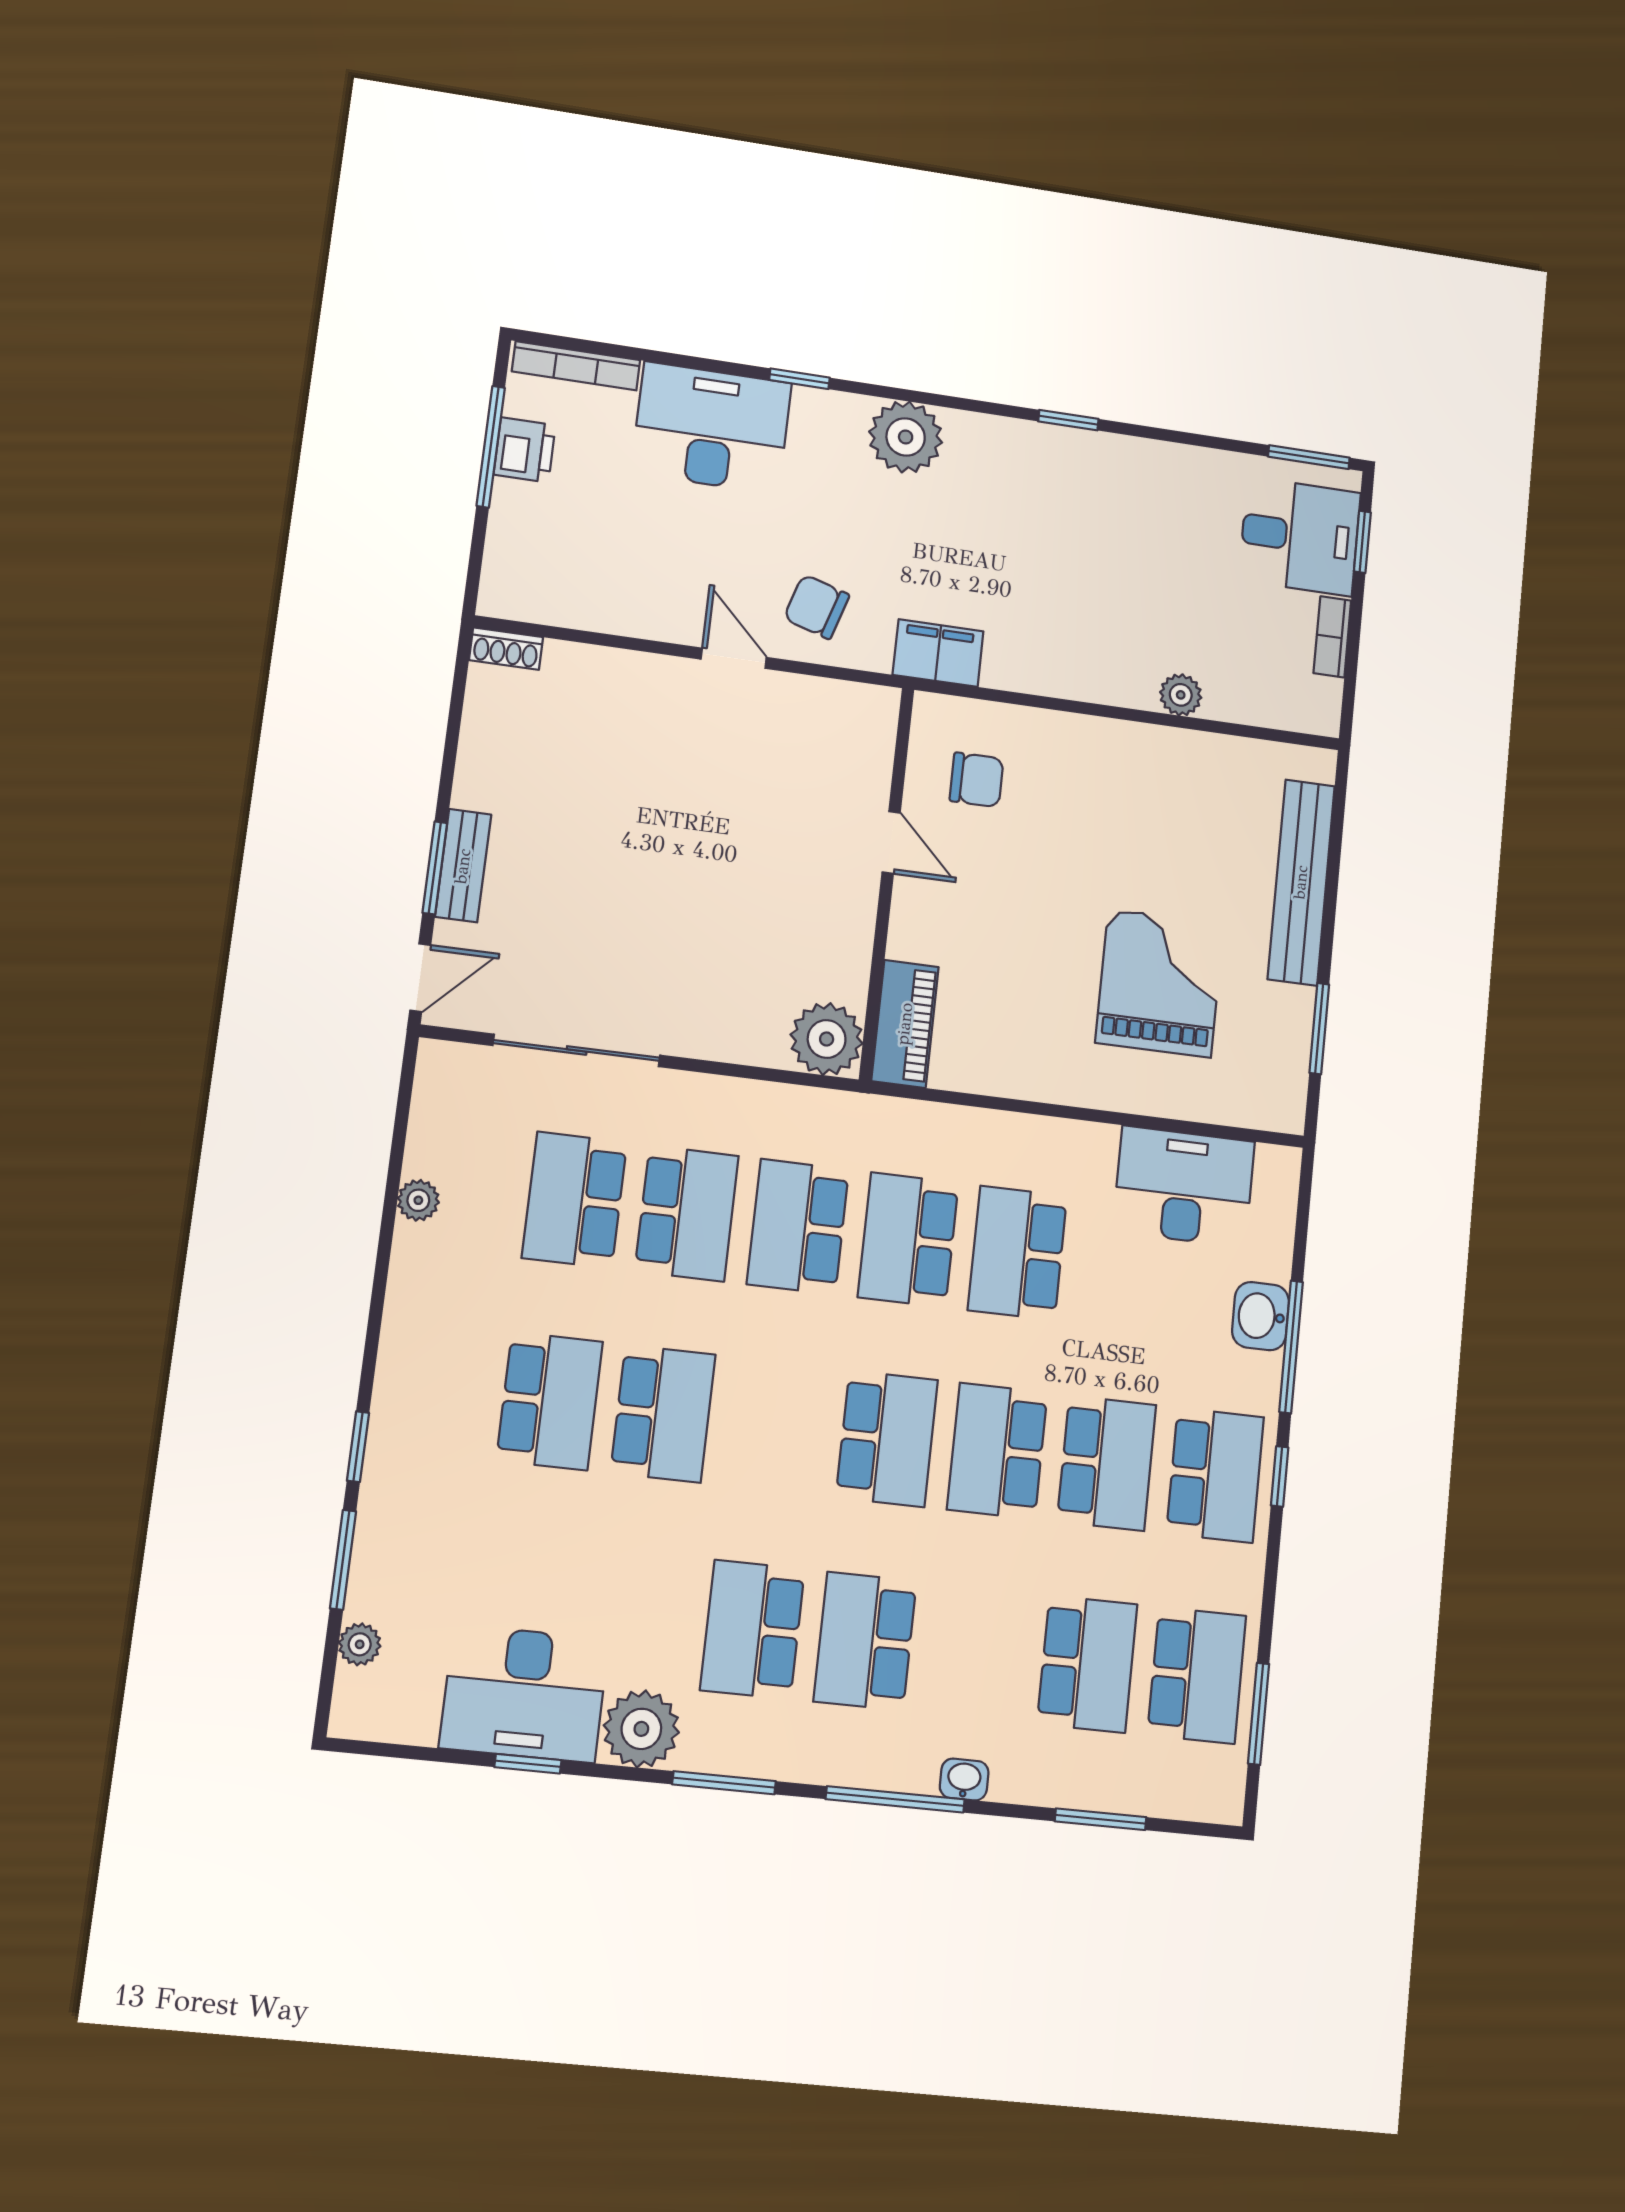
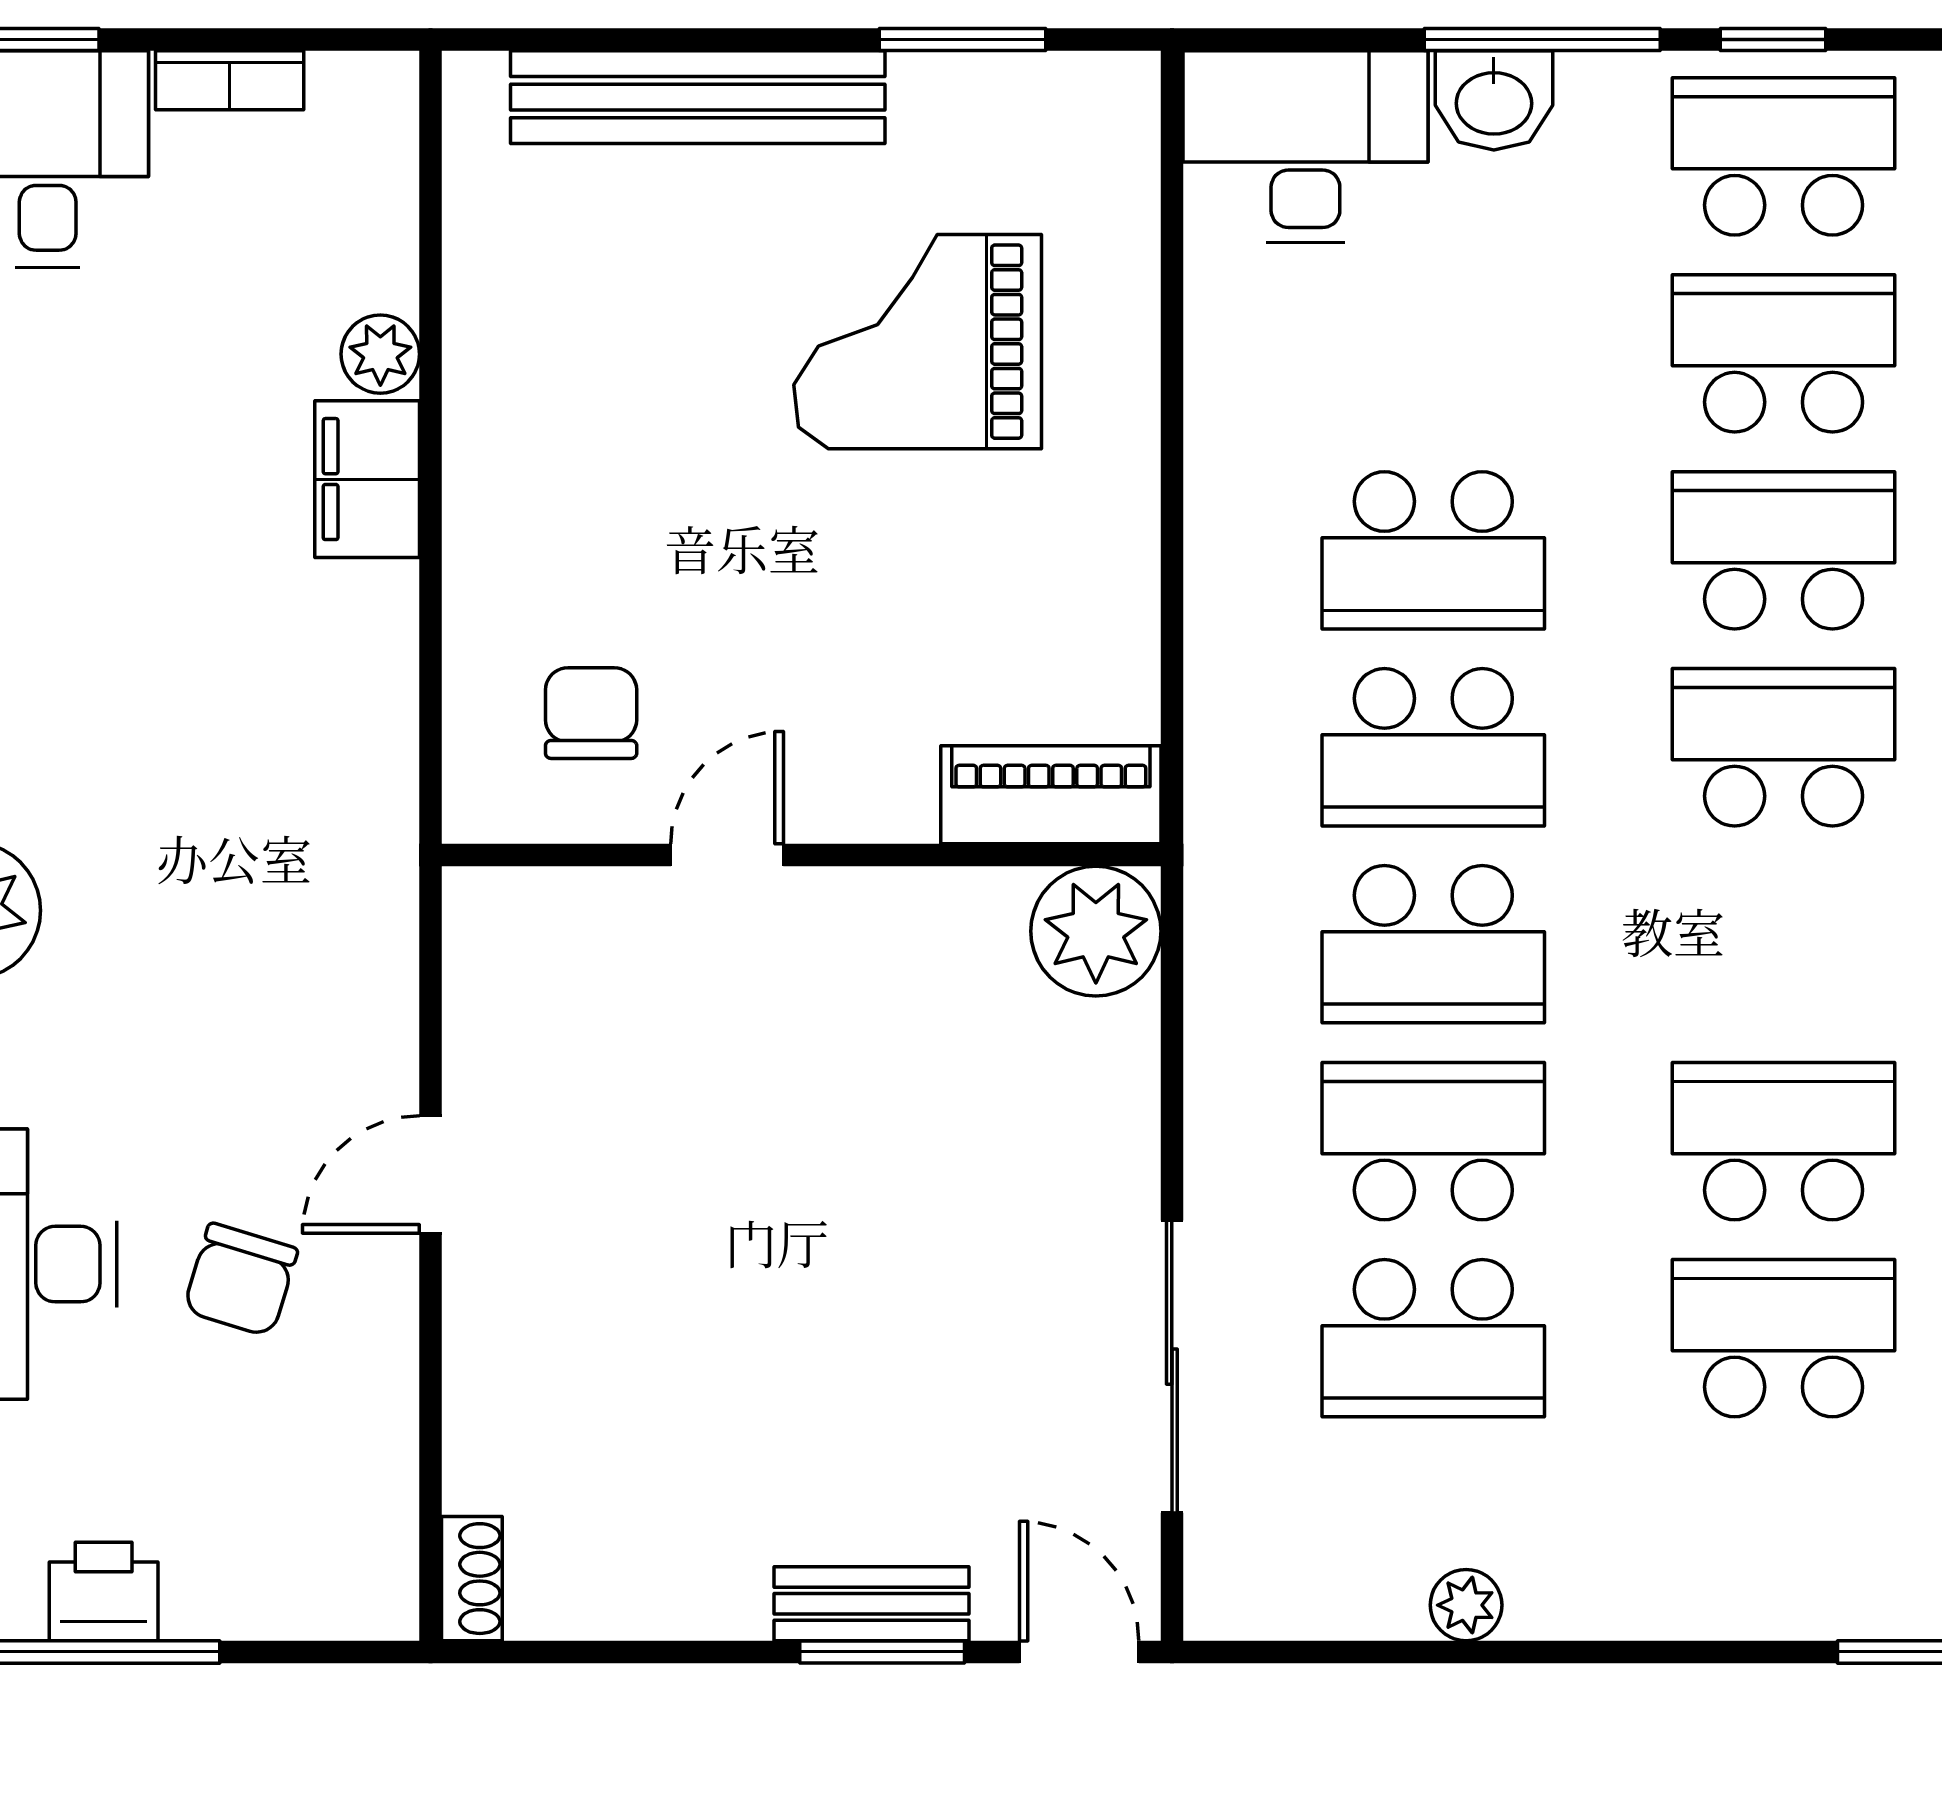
chair: (816, 607) -> (241, 1280), moved
filing cabinet: (938, 653) -> (367, 479), moved
desk: (1184, 1186) -> (1305, 147), moved, turned 90
school desk: (997, 1451) -> (1784, 550), turned 180

